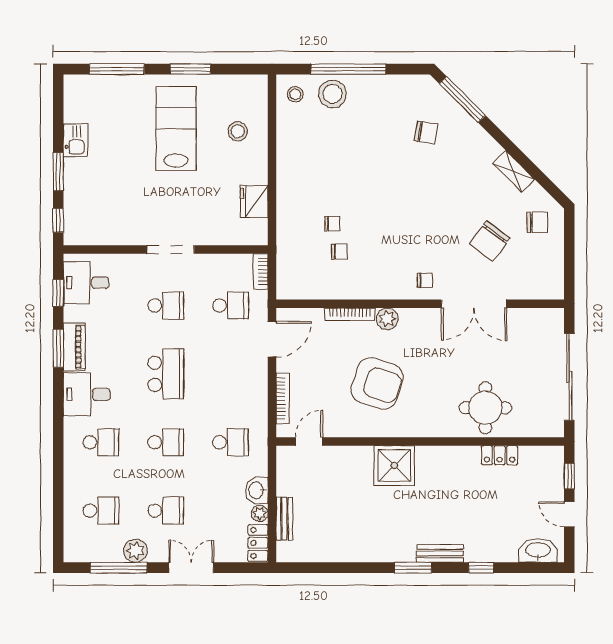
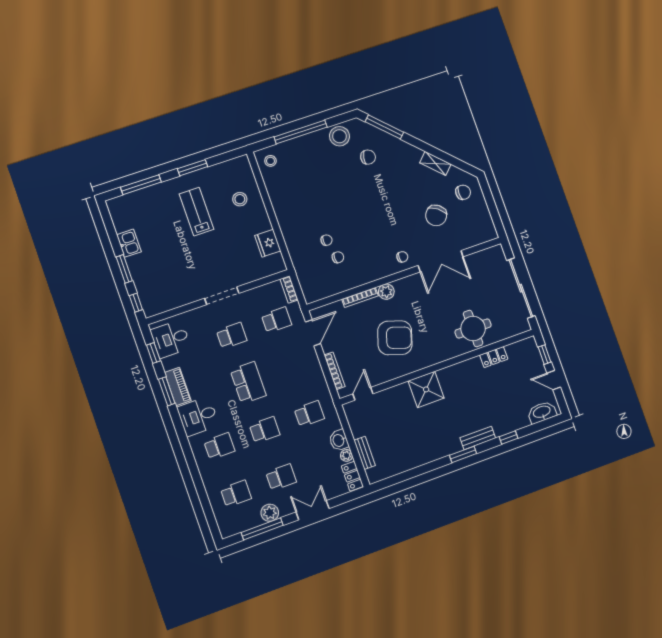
stool: (333, 94) -> (339, 136), moved
lab bench: (176, 128) -> (196, 212), width x0.73, depth x0.72

